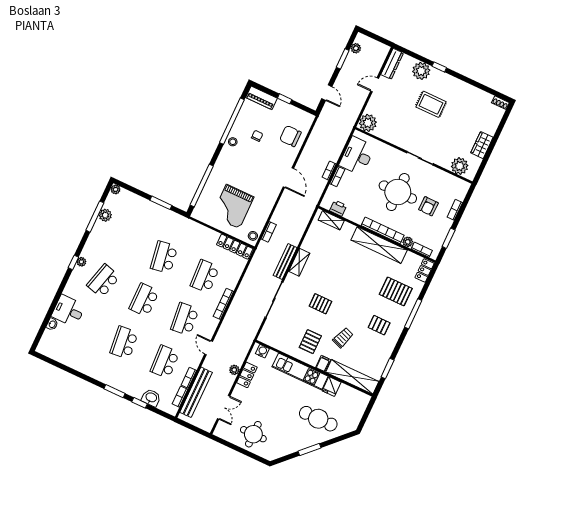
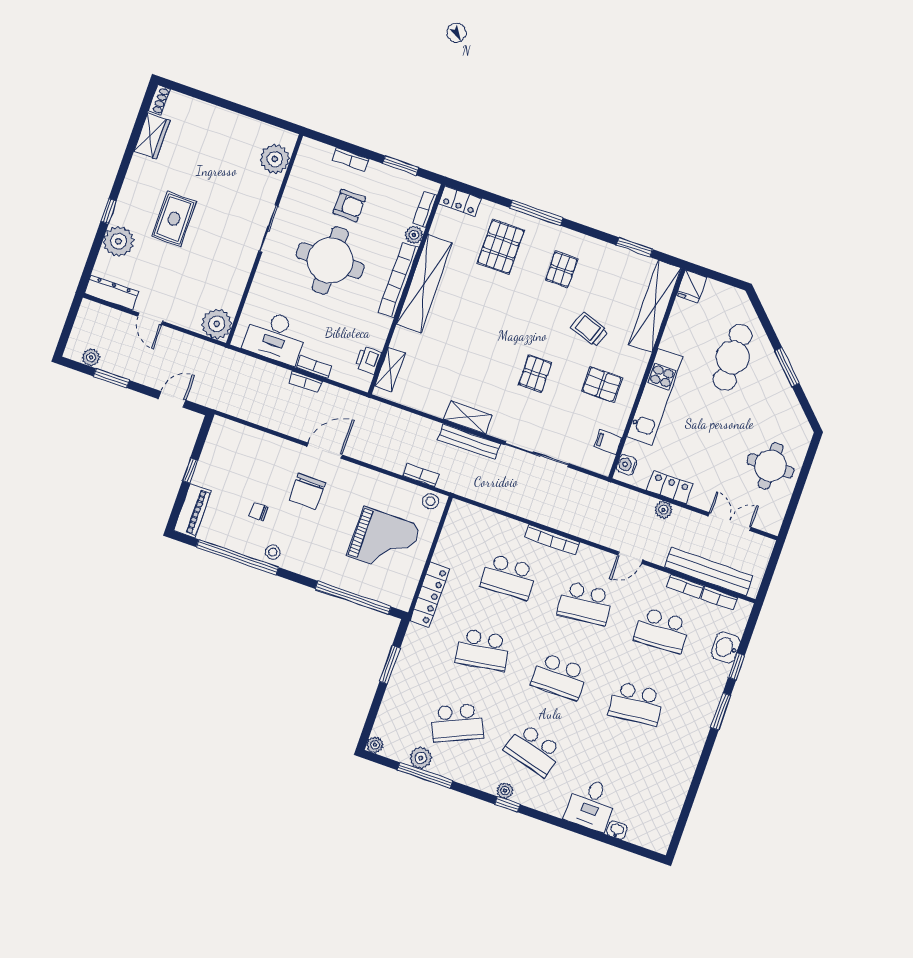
chair: (290, 136) -> (307, 491), moved
wardrobe: (482, 145) -> (152, 136), moved, turned -90
school desk: (123, 238) -> (457, 723), added
locker: (235, 247) -> (430, 595), moved
filing cabinet: (323, 364) -> (608, 442), moved
fridge: (332, 387) -> (692, 286), moved, turned 90

